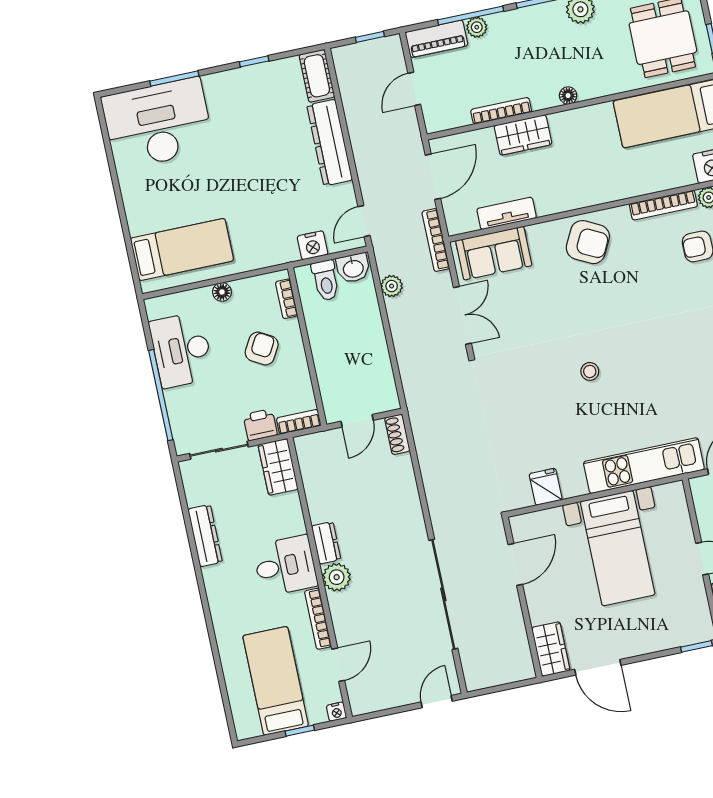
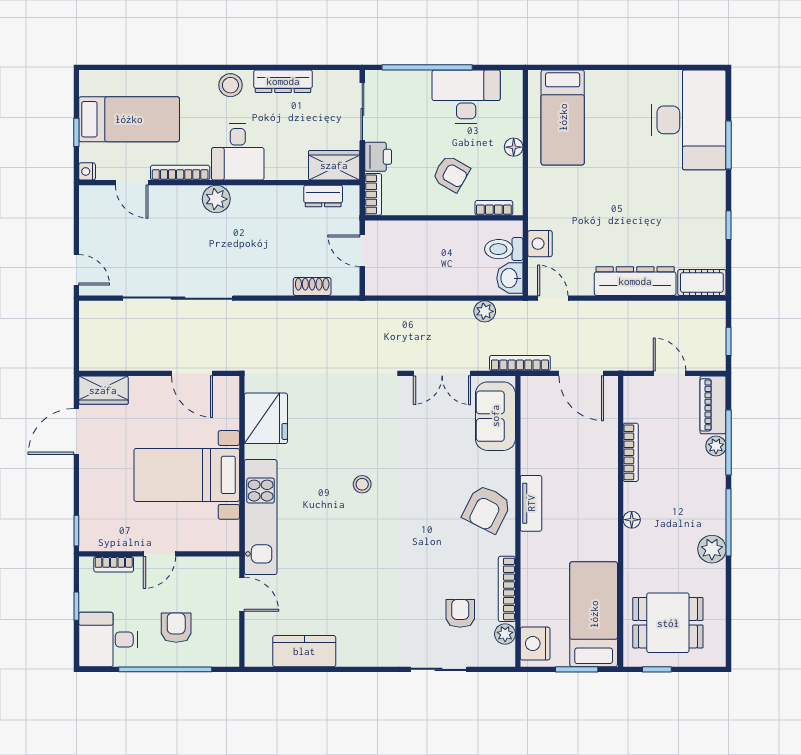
wardrobe: (523, 135) -> (603, 468), removed
tv unit: (507, 213) -> (531, 503), moved
shoe rack: (397, 434) -> (312, 286), moved
fridge: (546, 487) -> (266, 418), width x1.88, depth x1.34
dresser: (326, 543) -> (323, 196), moved
stool: (220, 587) -> (230, 85), added

